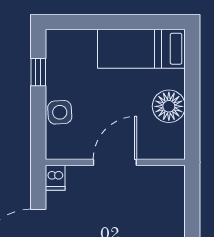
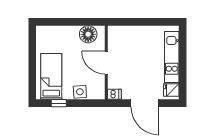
bed: (141, 49) -> (51, 76), moved, turned 180
floor lamp: (169, 106) -> (88, 34), moved

